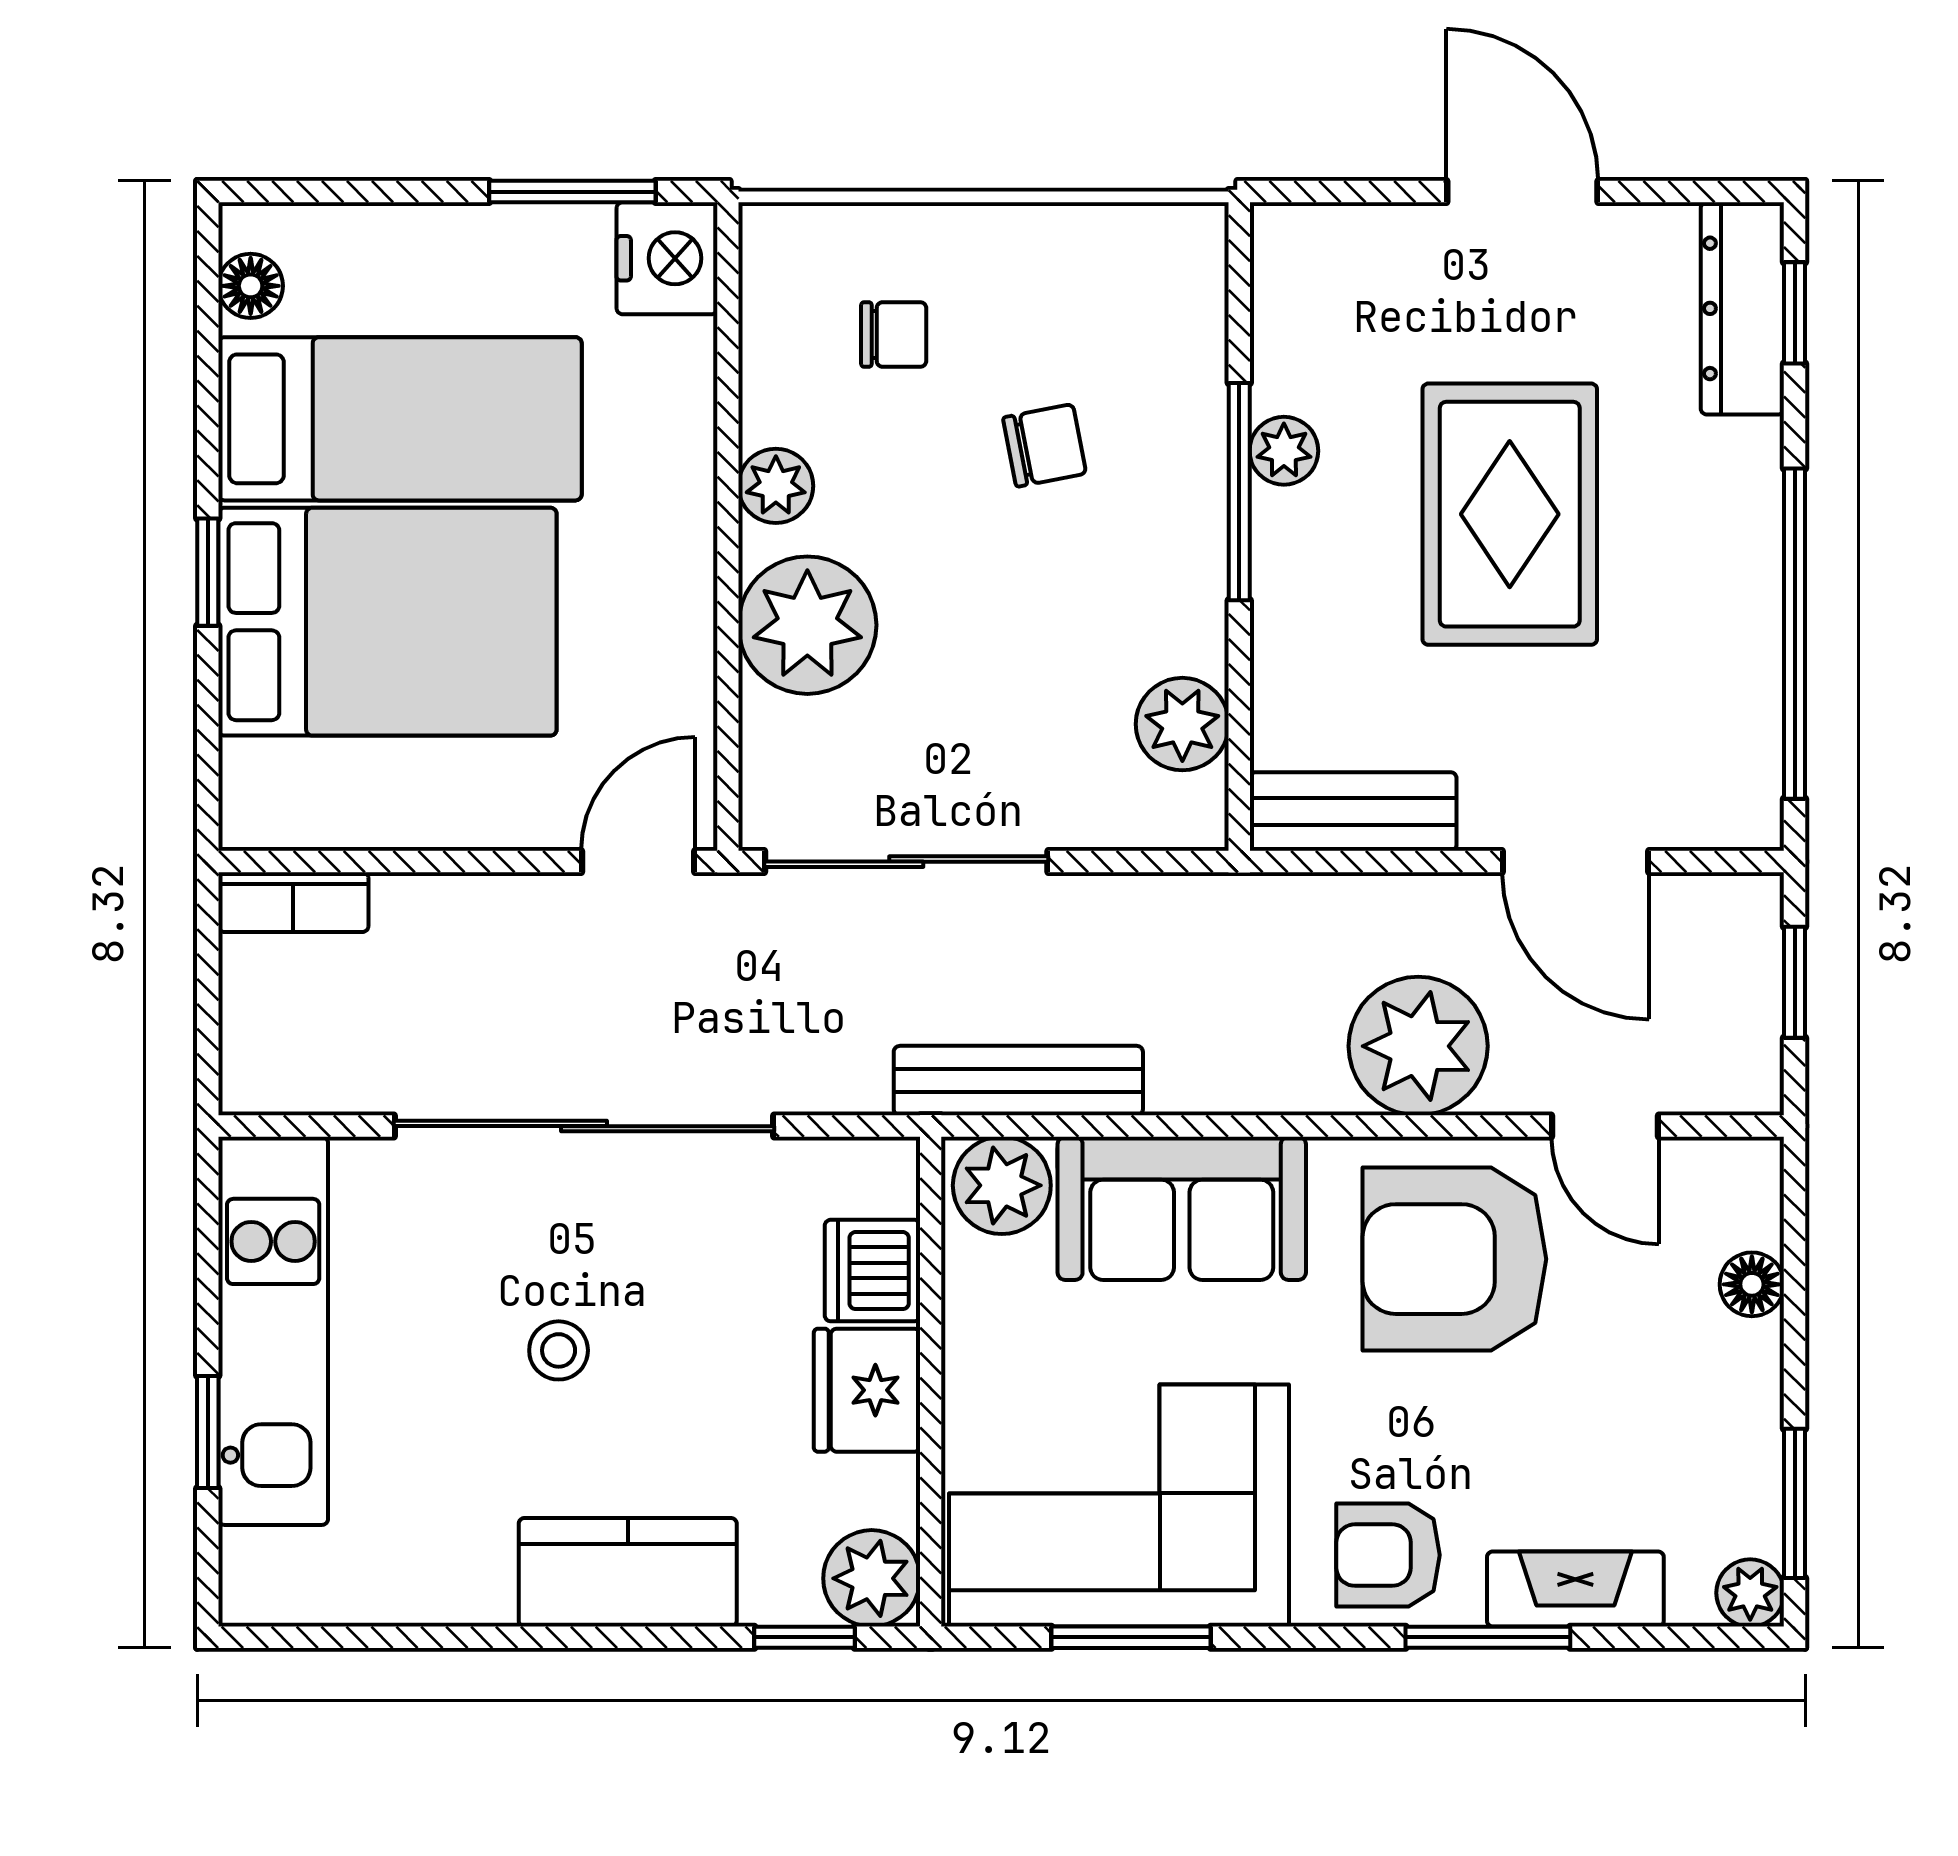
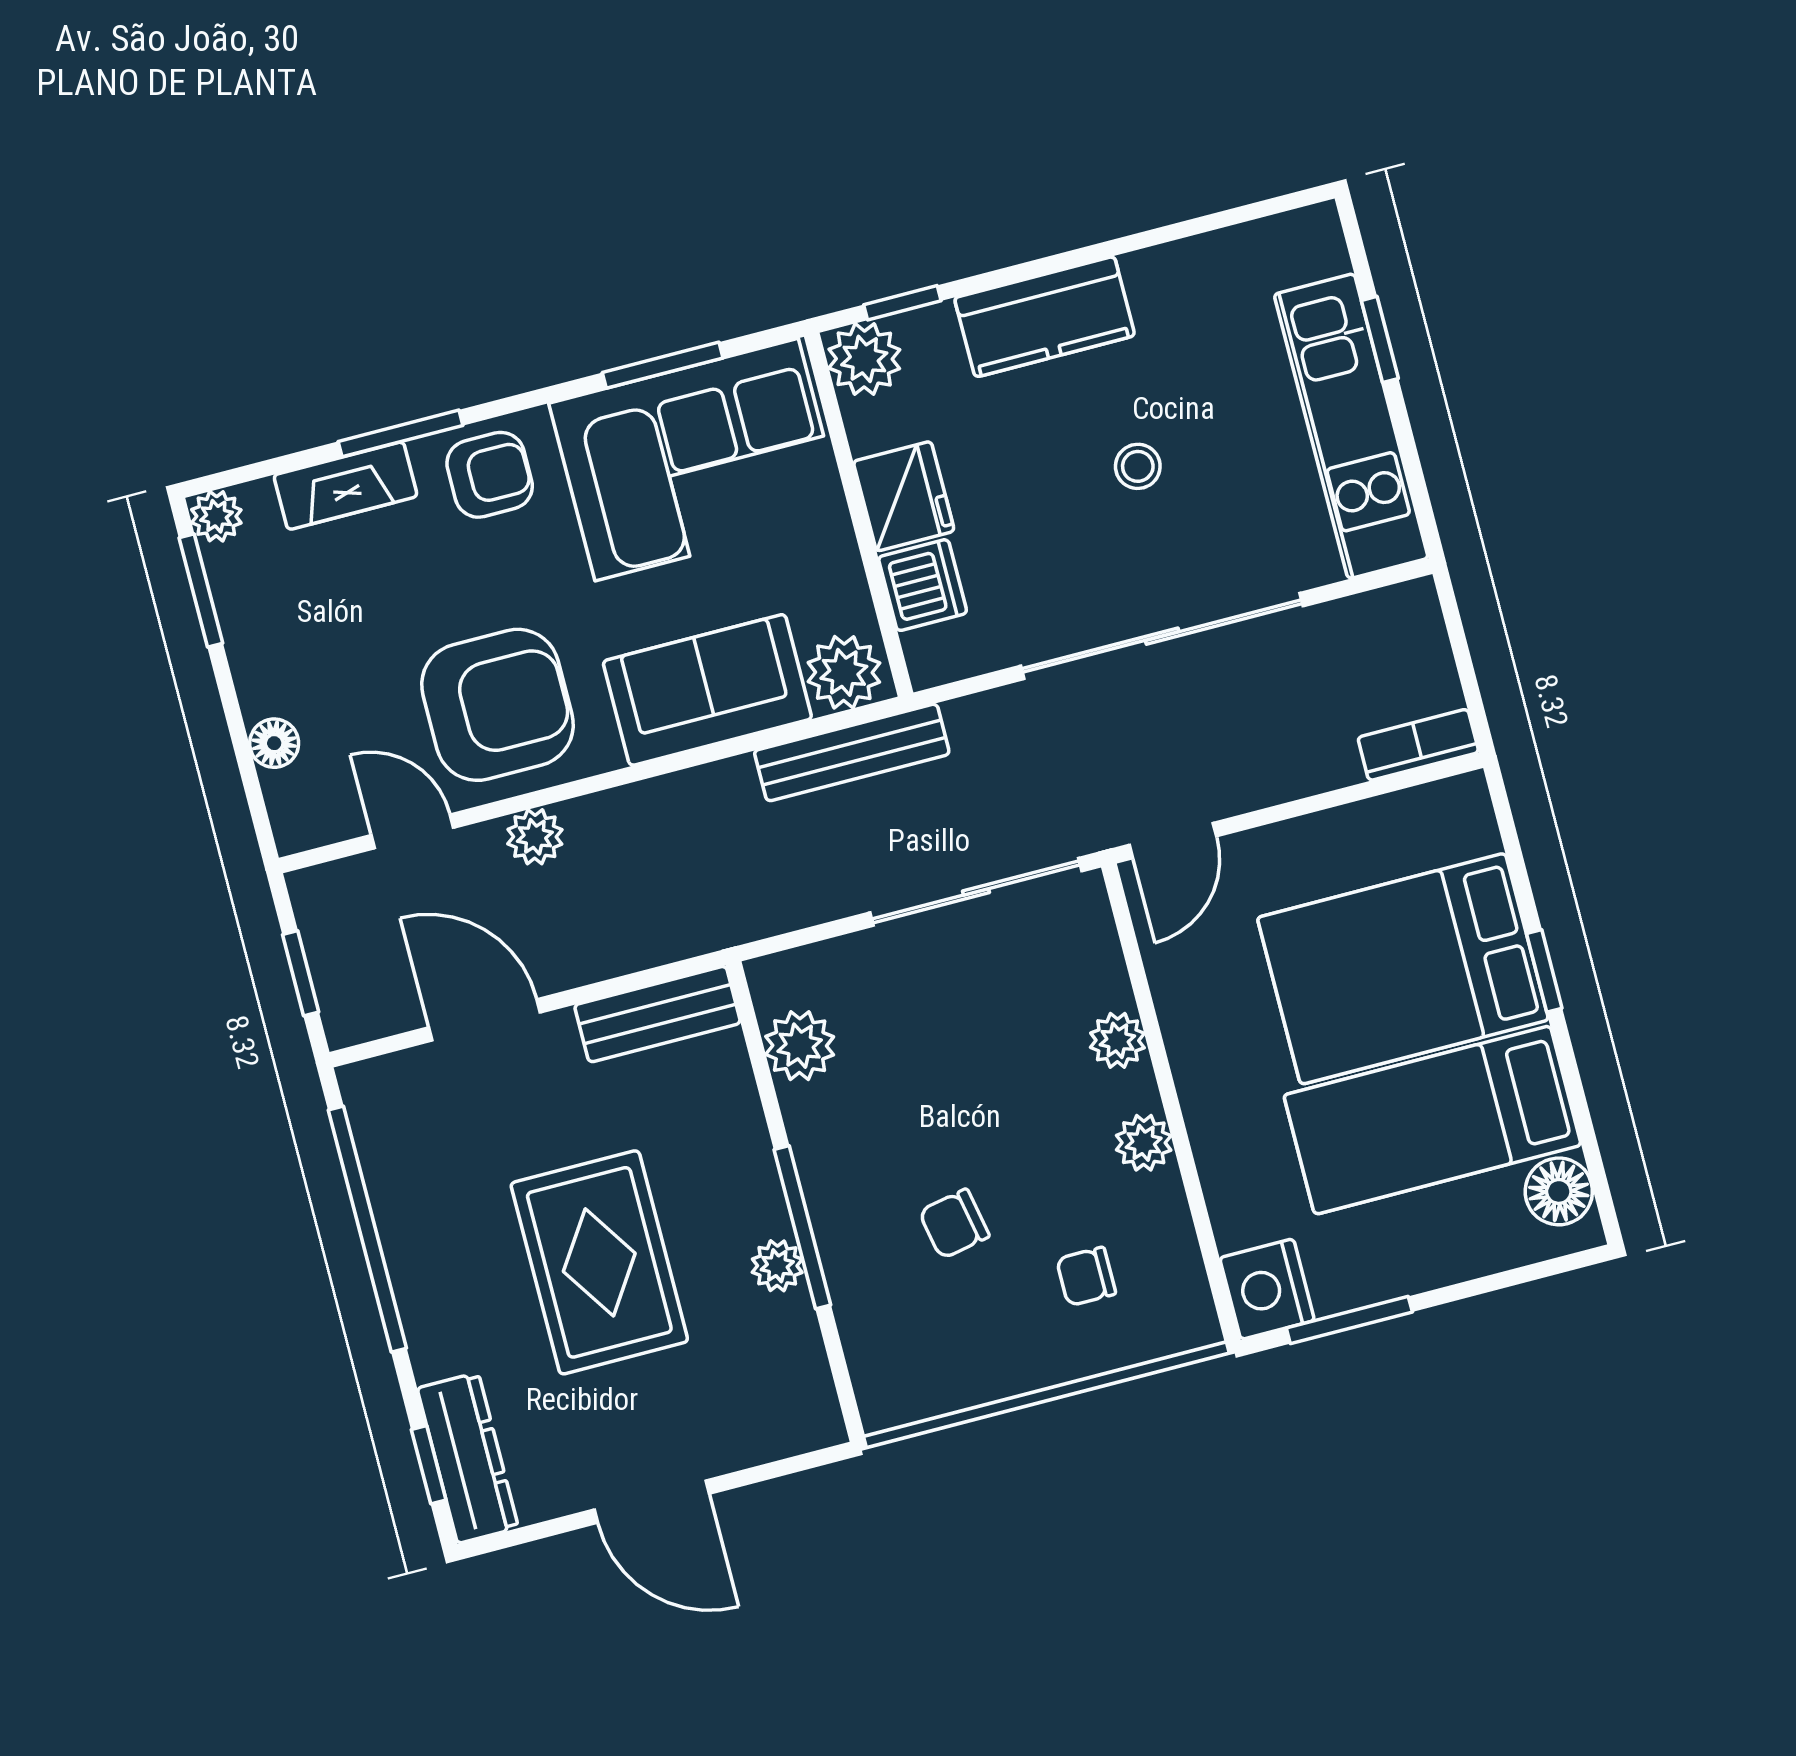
floor lamp: (251, 286) -> (1559, 1191), width x1.37, depth x1.37
plant: (807, 625) -> (1117, 1040), width x0.53, depth x0.53
plant: (1418, 1046) -> (535, 837), width x0.53, depth x0.53

